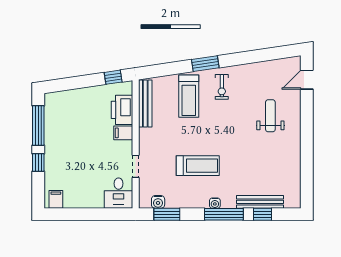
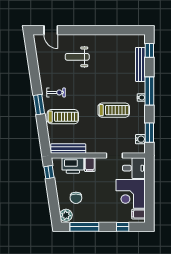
plant: (54, 100) -> (66, 215), added
chair: (78, 114) -> (76, 198), added
window: (38, 163) -> (123, 227), moved
treadmill: (198, 166) -> (114, 110), turned 90
corner desk: (83, 189) -> (131, 194), added
window: (262, 214) -> (149, 50), moved

